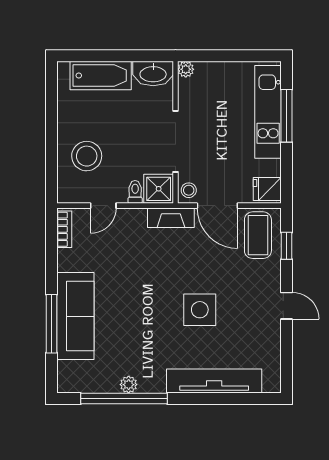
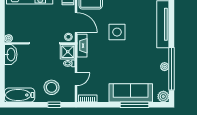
bathtub: (101, 75) -> (20, 95), moved, turned -90
window: (51, 162) -> (54, 105), added
door: (103, 206) -> (76, 79), hinge flipped
door: (217, 206) -> (76, 23), hinge flipped
side table: (200, 310) -> (117, 32), moved
plant: (68, 382) -> (163, 97), added

